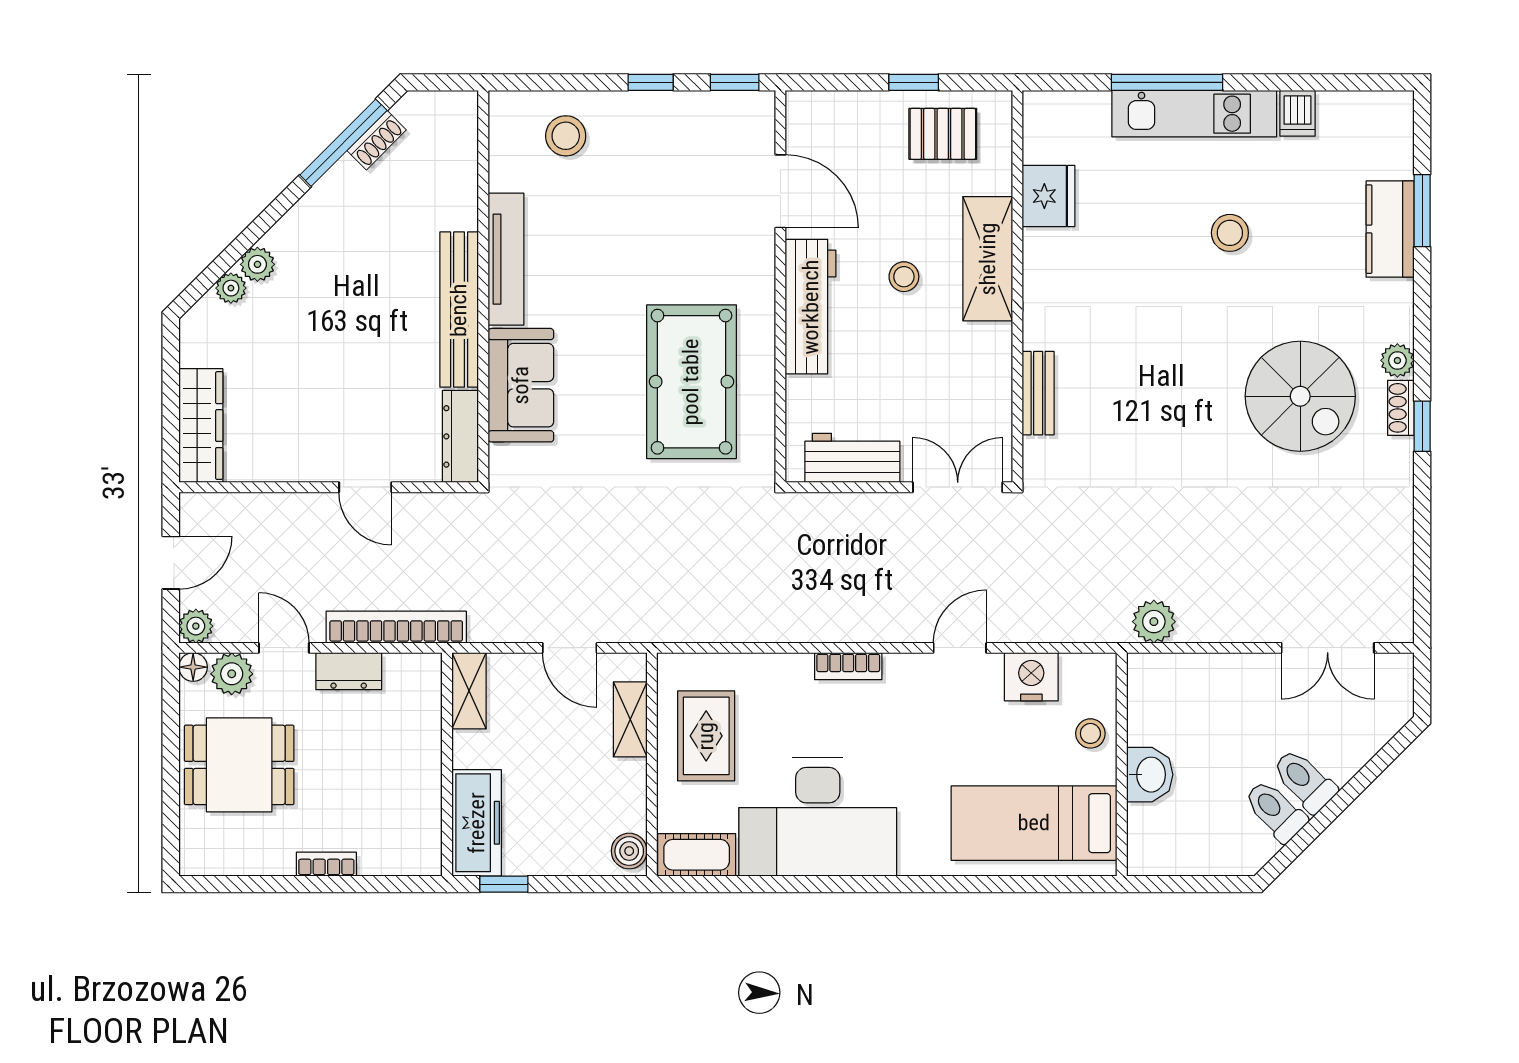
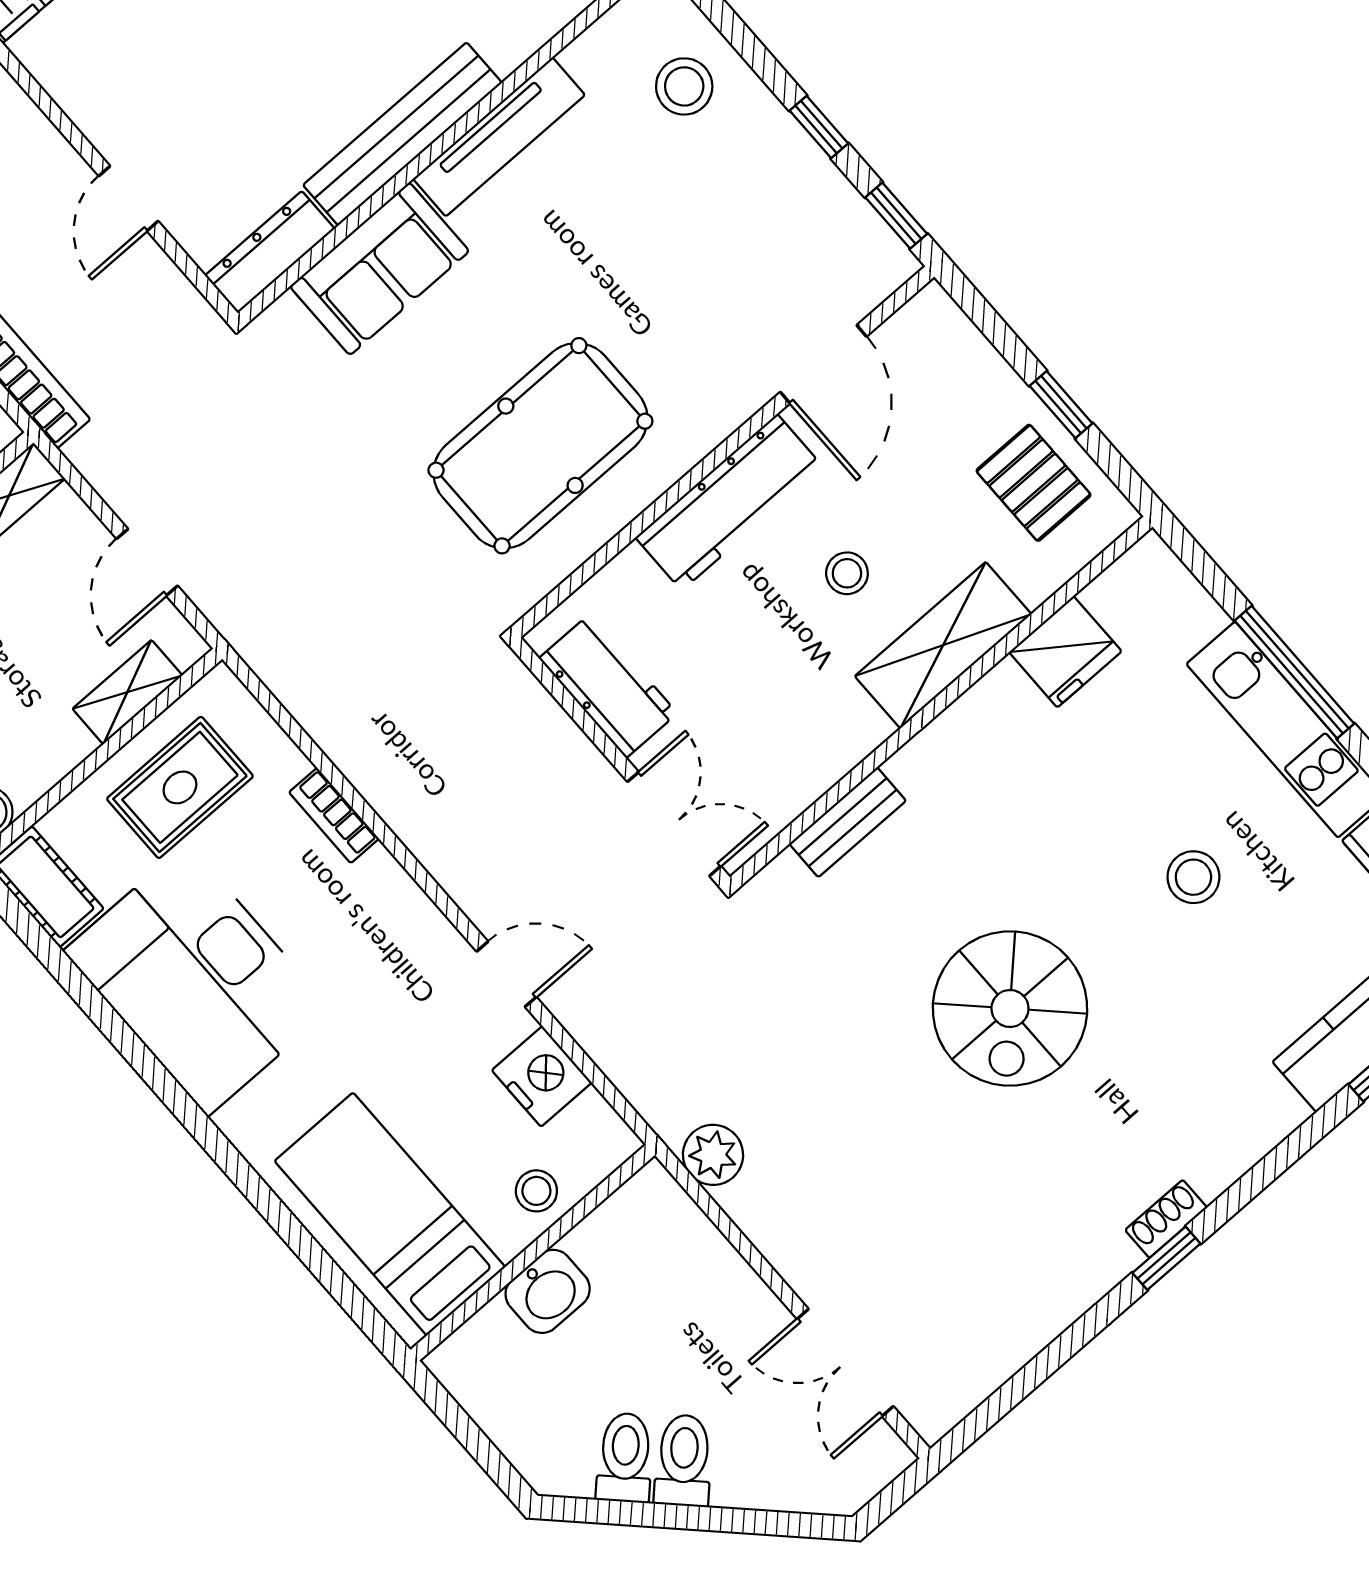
plant: (1397, 360) -> (1213, 1172), removed
spiral stairs: (1300, 396) -> (1010, 1008), moved
bookcase: (848, 666) -> (334, 815), moved

